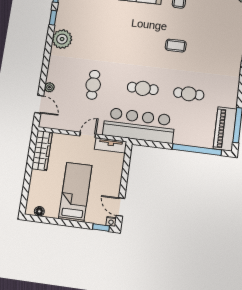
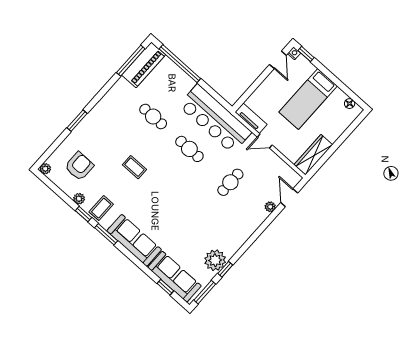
armchair: (219, 17) -> (79, 166), added
plant: (62, 39) -> (215, 260), moved

